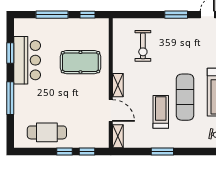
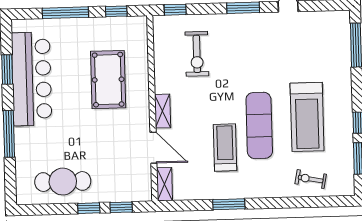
window: (129, 15) -> (175, 10), added
bar counter: (27, 60) -> (32, 79), width x1.36
pool table: (80, 62) -> (108, 80), turned 90

